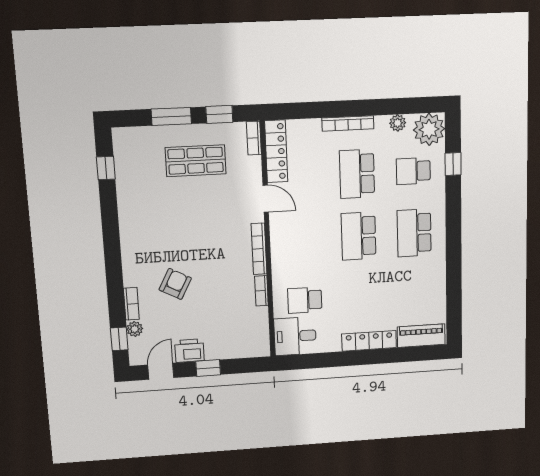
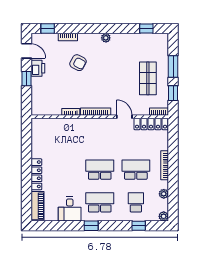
plant: (429, 129) -> (164, 216), width x0.53, depth x0.53
door: (266, 199) -> (124, 117), swing flipped
window: (454, 245) -> (91, 226), added
school desk: (305, 300) -> (64, 137), removed
plant: (135, 329) -> (106, 38), moved
desk: (295, 336) -> (70, 209), moved, turned 180

